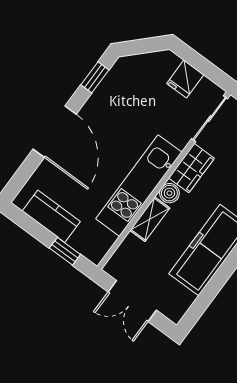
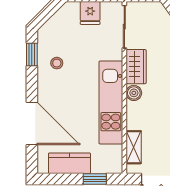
stool: (114, 105) -> (57, 63), added
door: (55, 132) -> (32, 123), moved
shelving: (150, 219) -> (134, 147), moved

